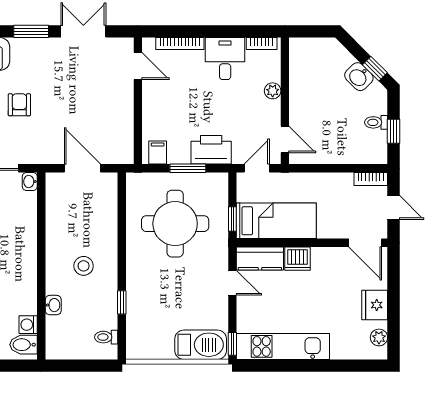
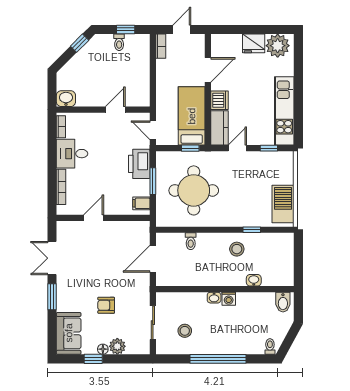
door: (138, 66) -> (94, 218), moved
washbasin: (359, 77) -> (66, 99), moved, turned -135
plant: (273, 91) -> (96, 119), removed
door: (285, 139) -> (115, 110), moved
washbasin: (30, 181) -> (214, 298), moved
door: (365, 243) -> (208, 70), moved
stool: (84, 266) -> (237, 249), moved
washing machine: (28, 325) -> (229, 299), moved
toilet: (106, 337) -> (191, 241), moved
plant: (379, 337) -> (278, 46), width x1.87, depth x1.87
window: (232, 344) -> (269, 148), moved
barbecue: (201, 345) -> (283, 204), moved

